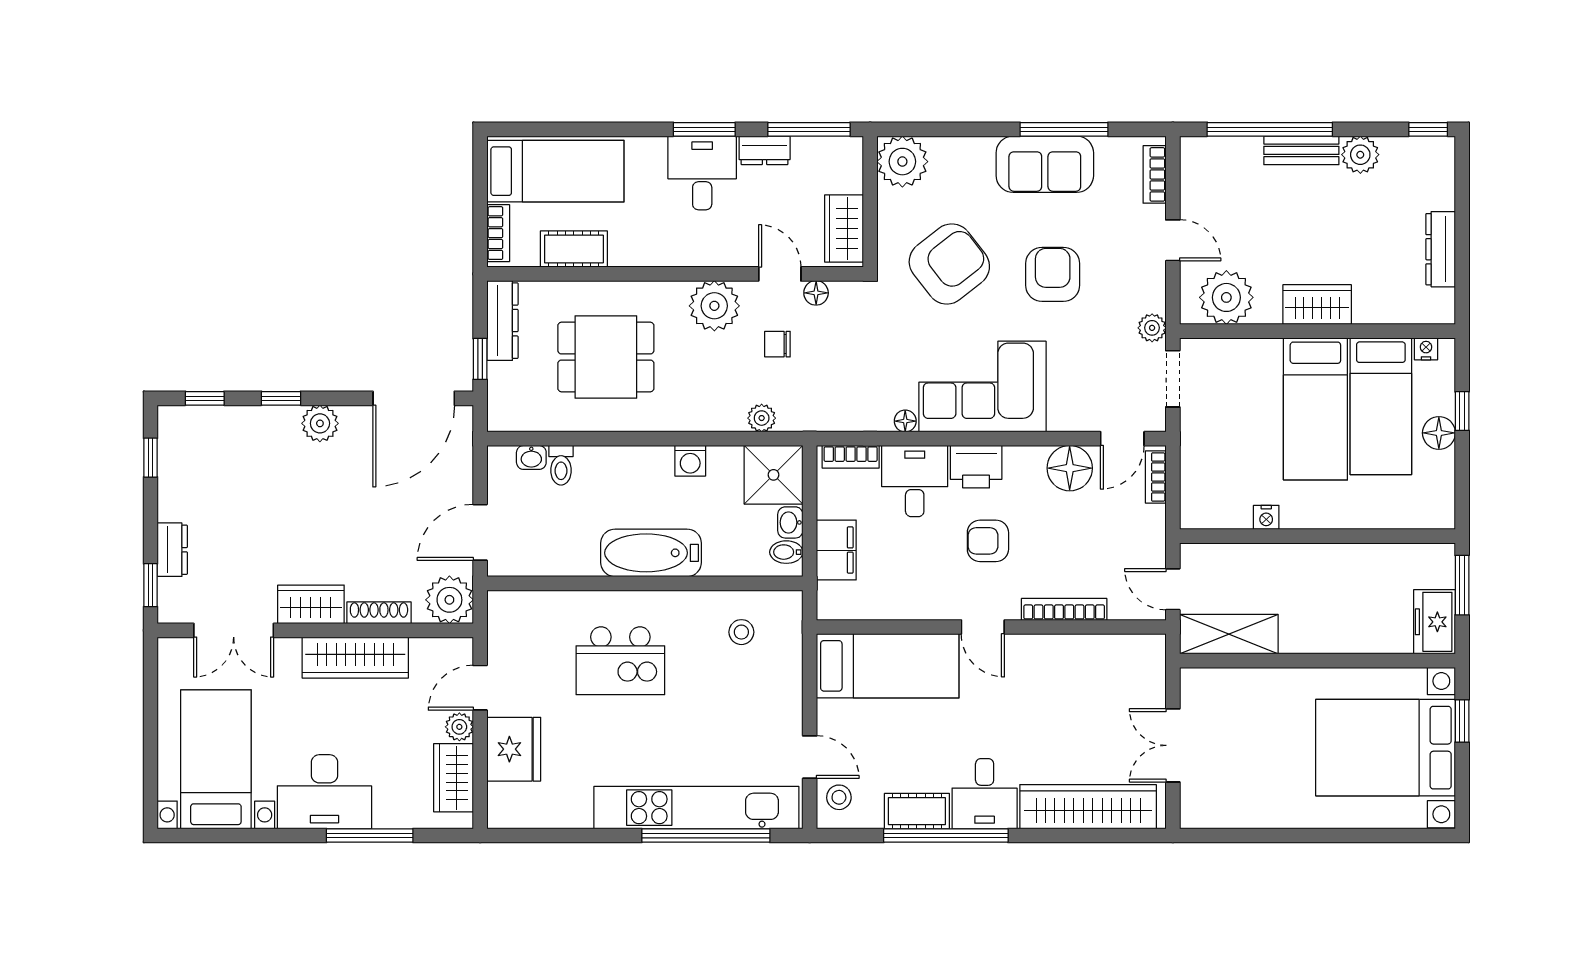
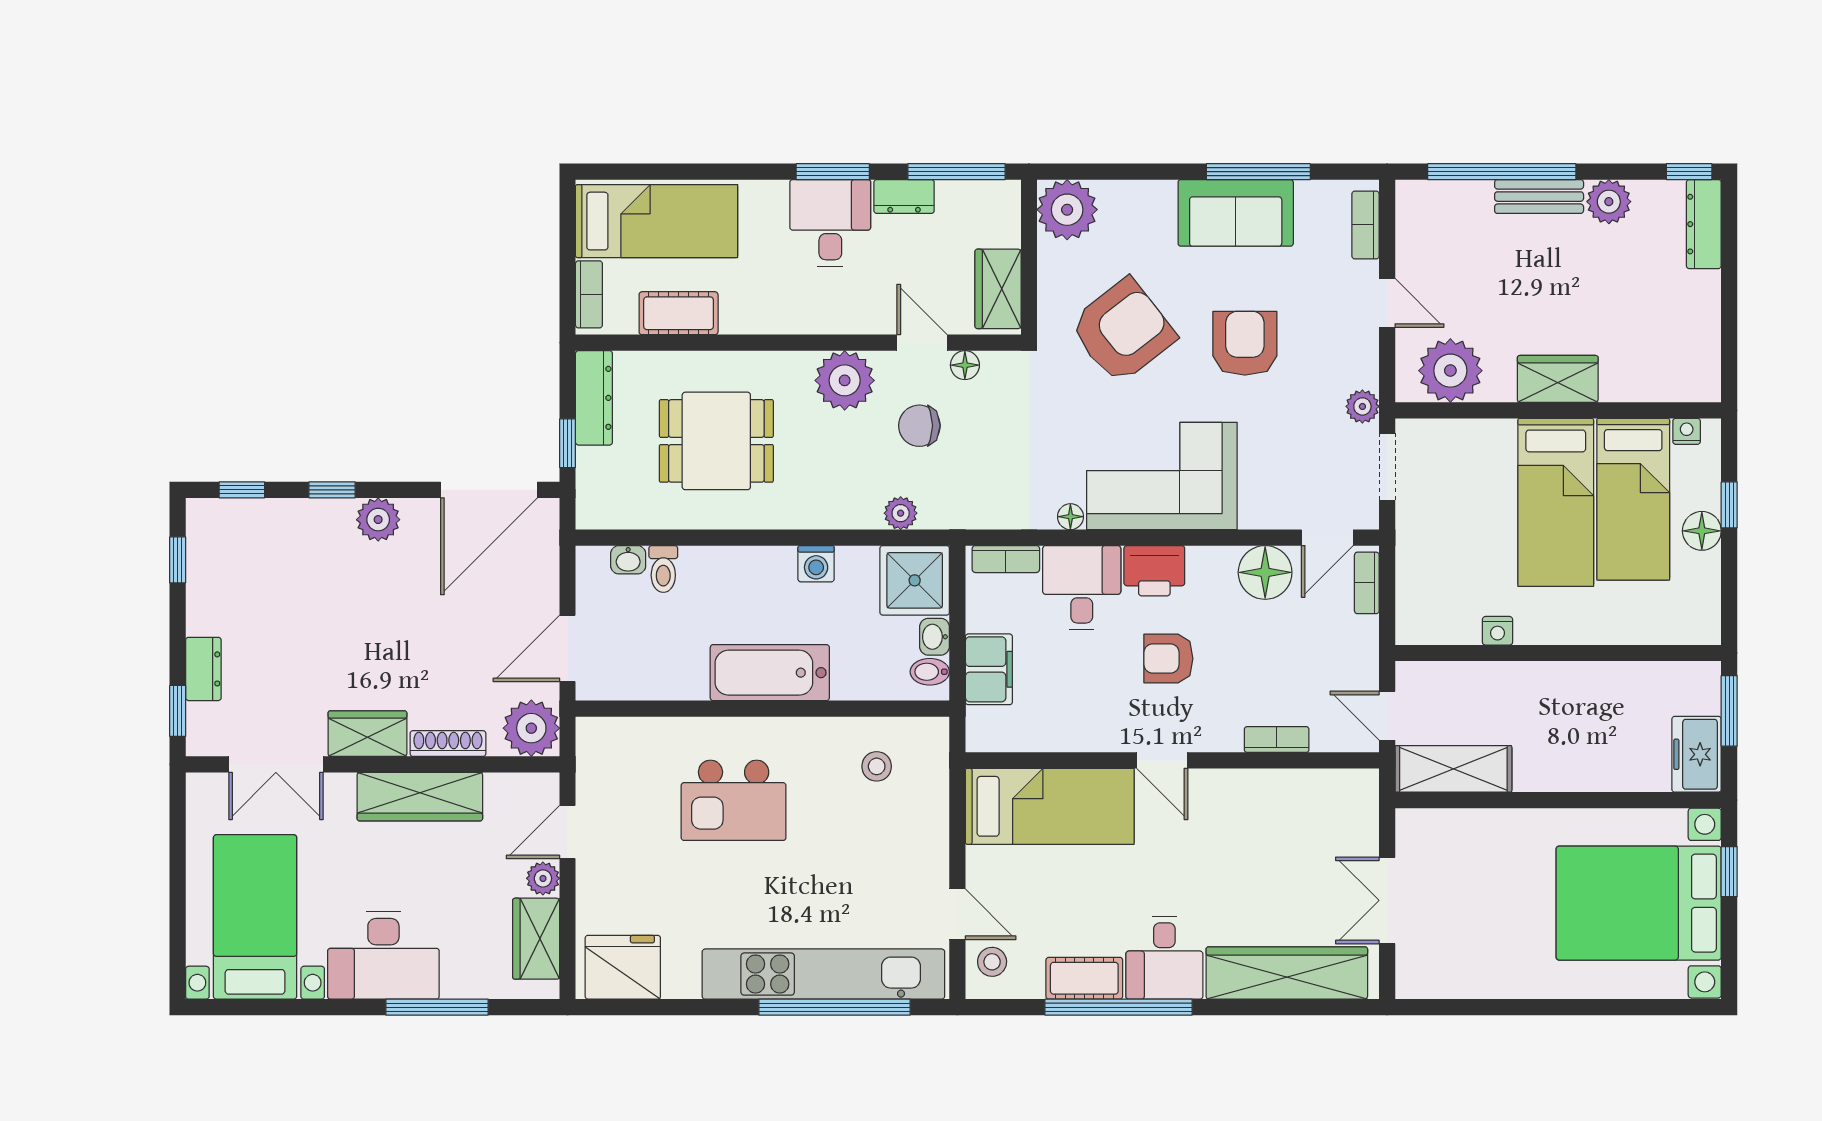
dresser: (1441, 249) -> (1704, 224), moved
chair: (777, 344) -> (919, 426), width x1.37, depth x1.37
bookcase: (1064, 609) -> (1277, 740), width x0.64
fridge: (514, 749) -> (623, 967), moved, turned -90

